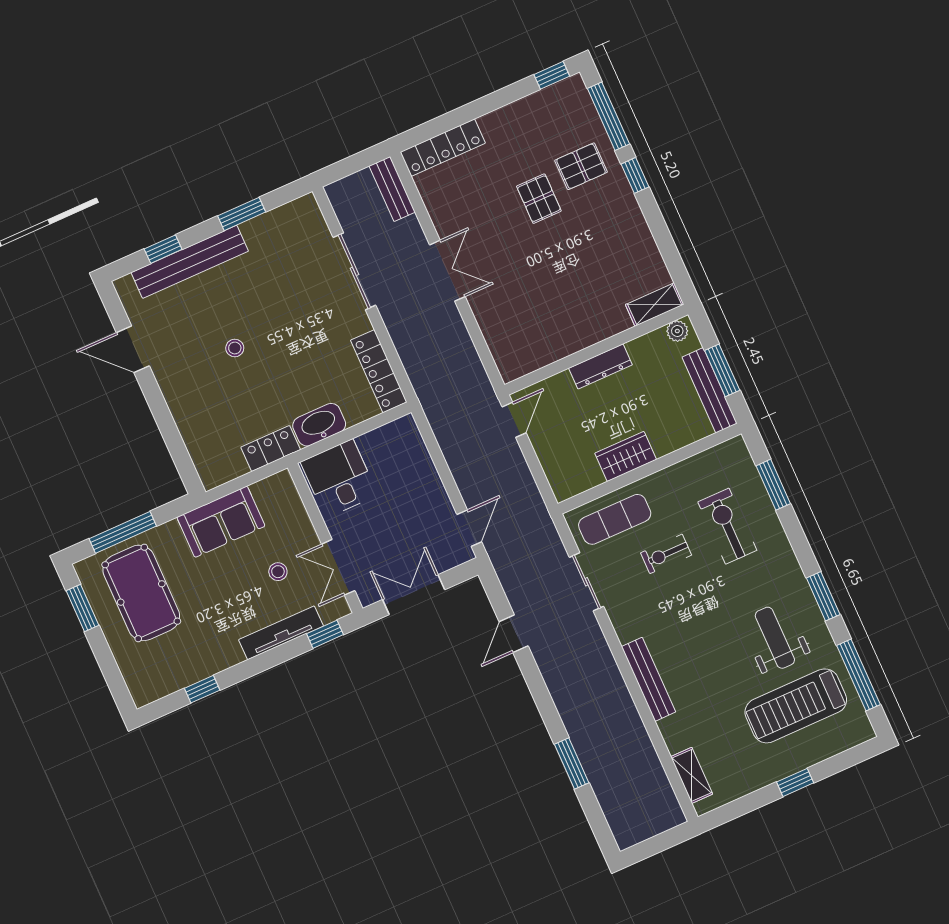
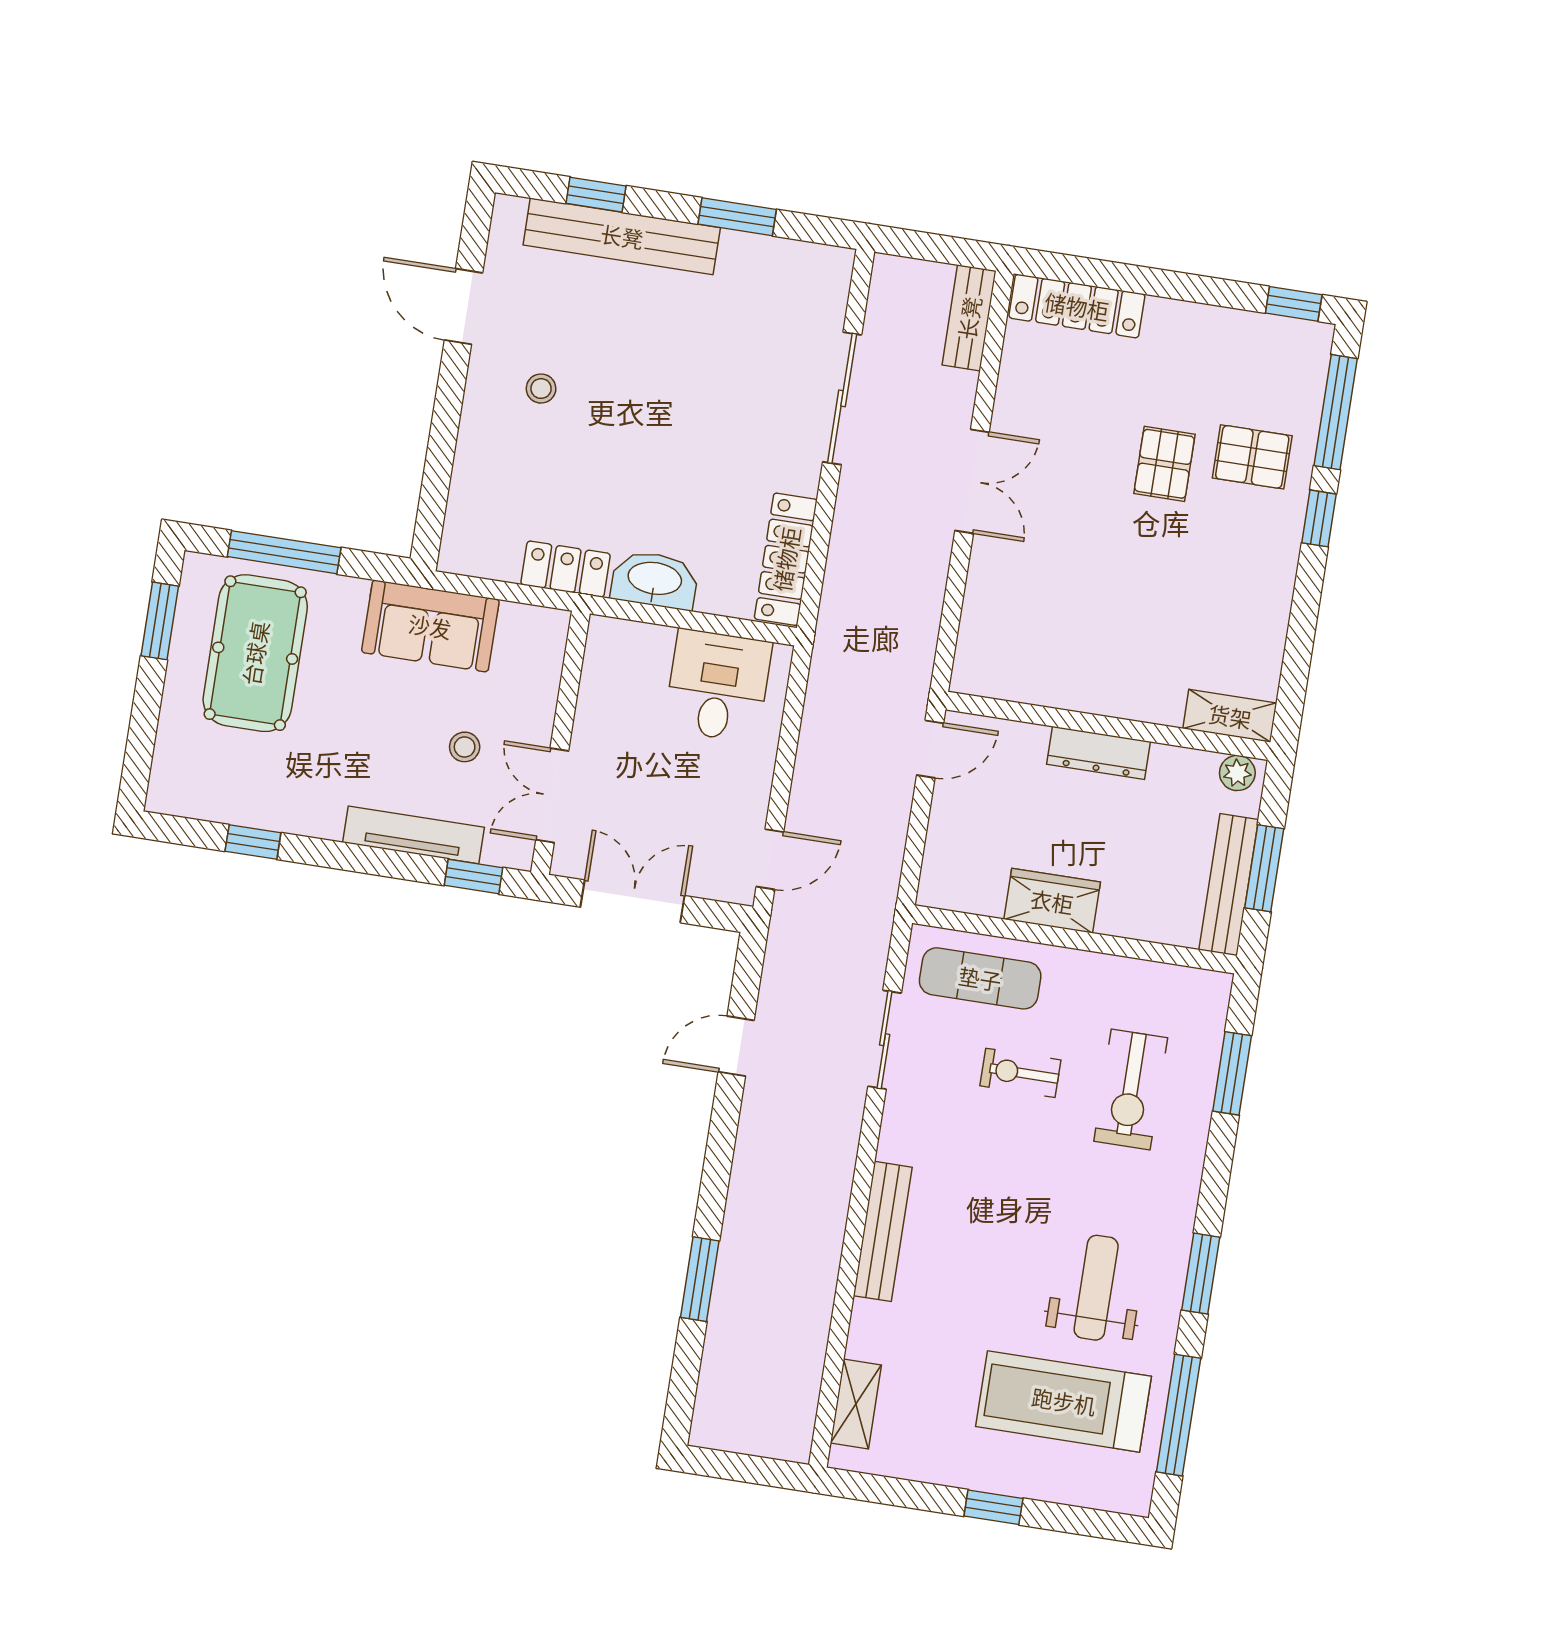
stool: (235, 348) -> (541, 389), moved
desk: (339, 478) -> (718, 686), moved
exercise bike: (727, 526) -> (1131, 1090), turned 180

